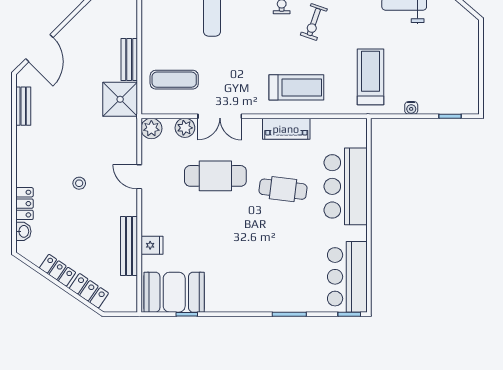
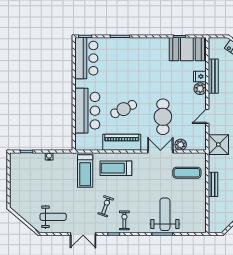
treadmill: (371, 77) -> (85, 171), moved
shower: (120, 99) -> (218, 145), moved
plant: (151, 128) -> (200, 89), moved
piano: (286, 129) -> (122, 142), width x1.37, depth x1.33
cafe table: (215, 176) -> (163, 117), turned 90
door: (139, 177) -> (207, 116), swing flipped
cafe table: (283, 189) -> (124, 109), turned -33

